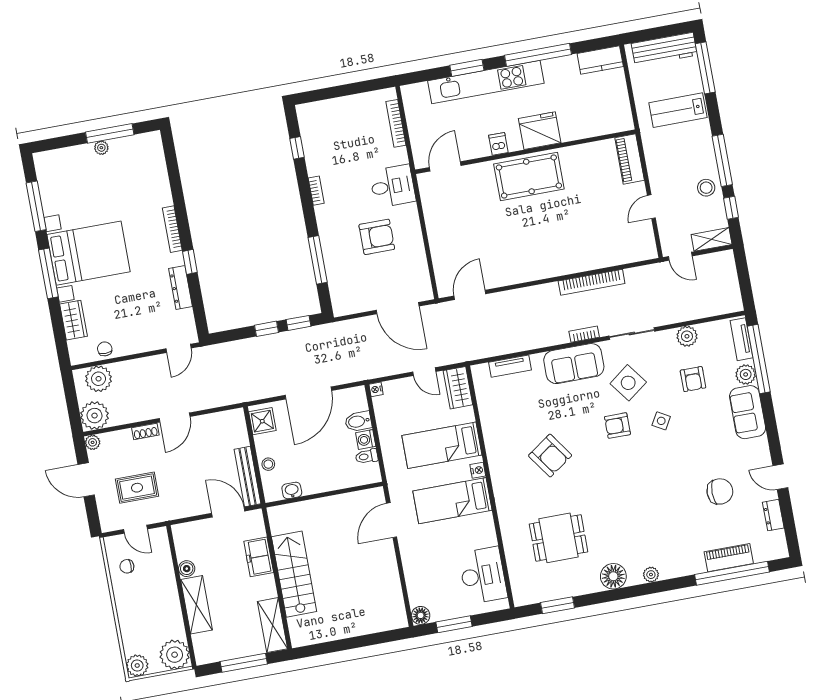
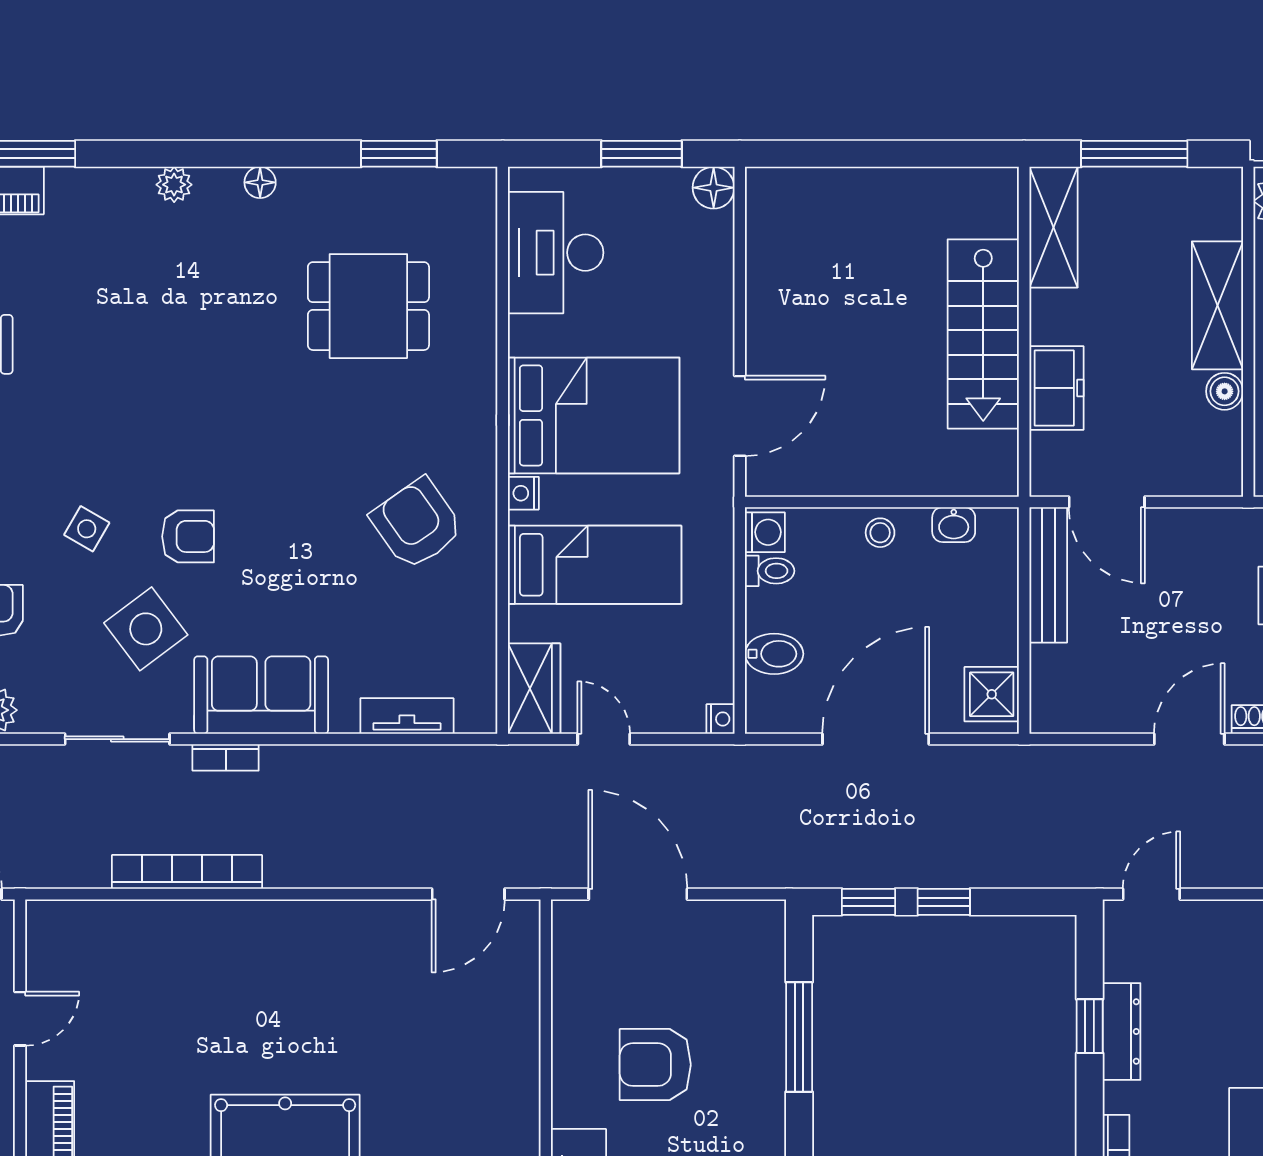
window: (190, 262) -> (1090, 1026), moved
washing machine: (366, 440) -> (765, 532), moved
armchair: (550, 455) -> (417, 524), moved
stool: (268, 464) -> (880, 533), moved
bed: (452, 501) -> (594, 415), width x1.50
floor lamp: (613, 576) -> (260, 182), width x0.53, depth x0.53

